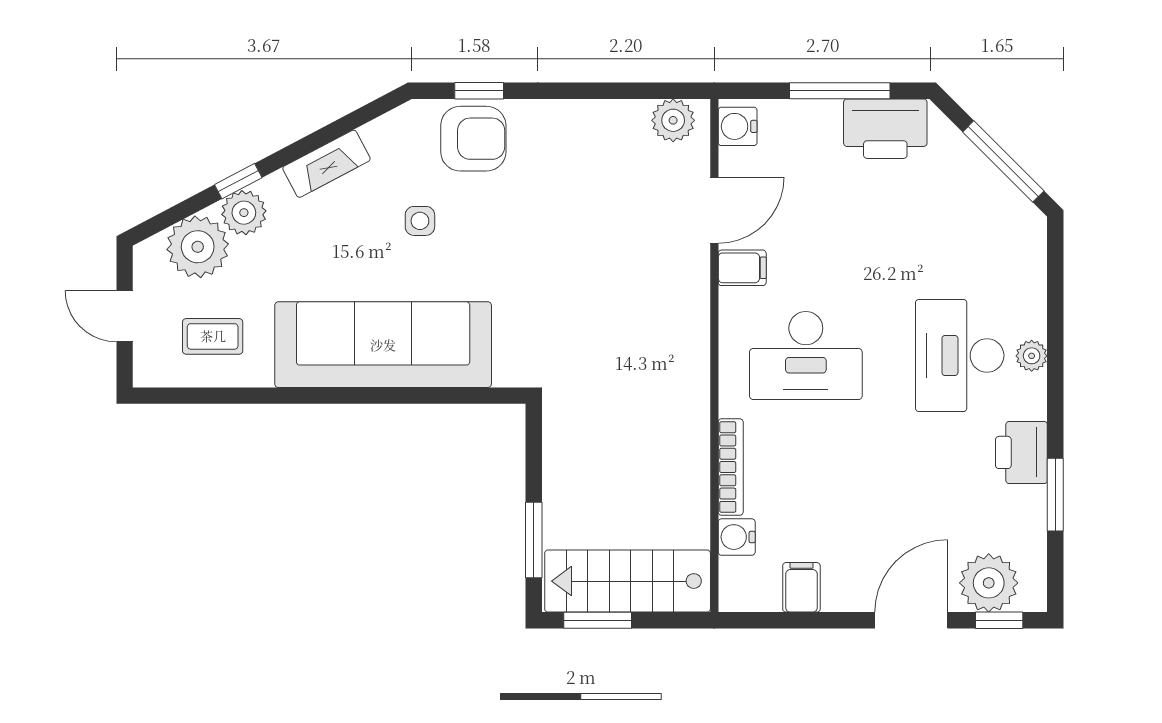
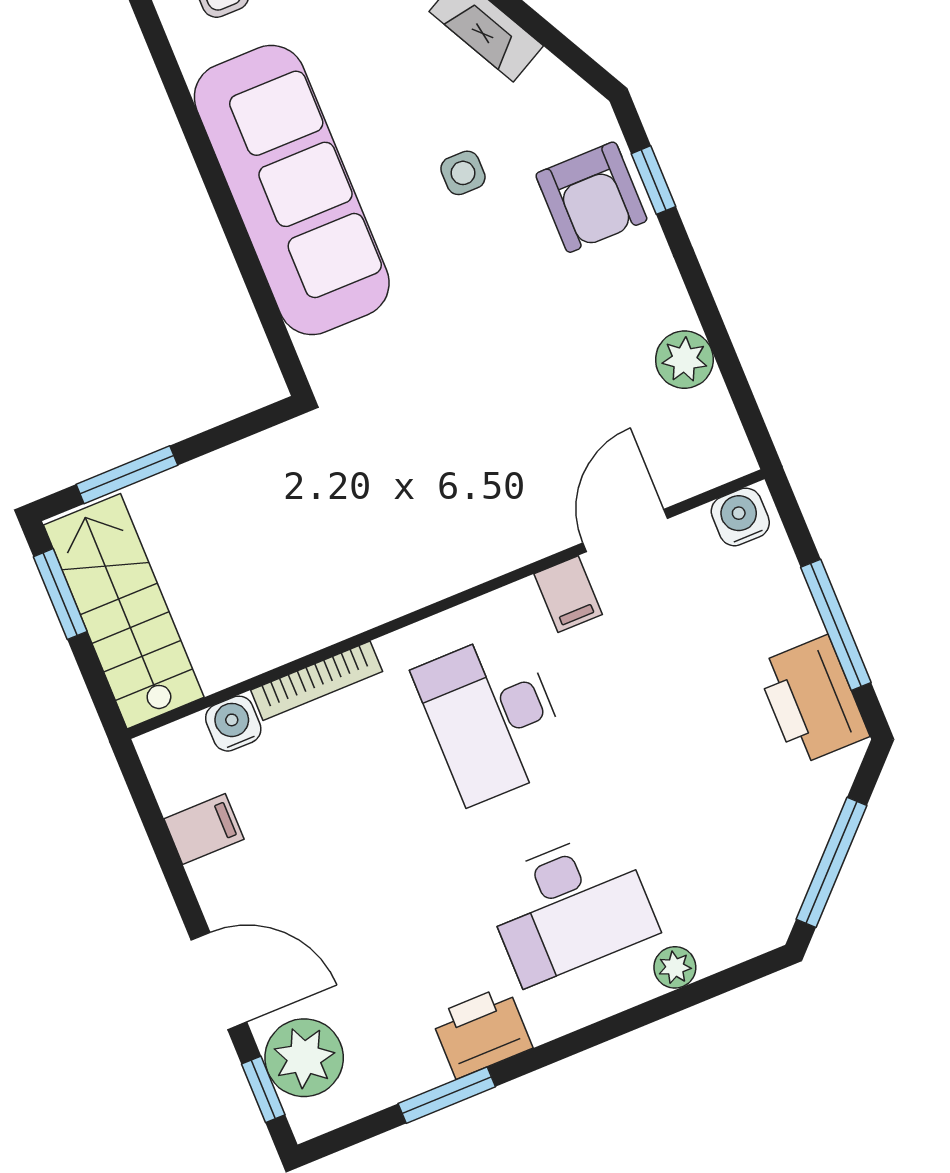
plant: (673, 120) -> (684, 360), moved
door: (714, 210) -> (625, 531), swing flipped
desk: (960, 355) -> (570, 907), turned 180
plant: (1032, 356) -> (675, 967), moved

